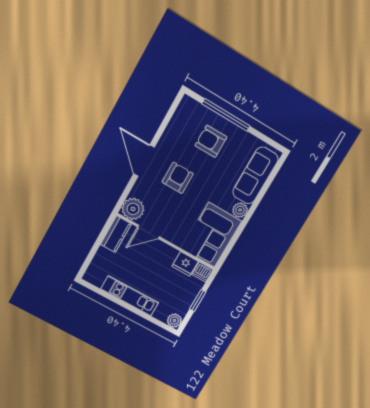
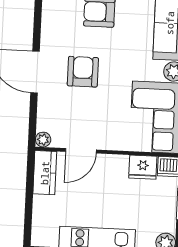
plant: (133, 209) -> (43, 140), width x0.53, depth x0.53

